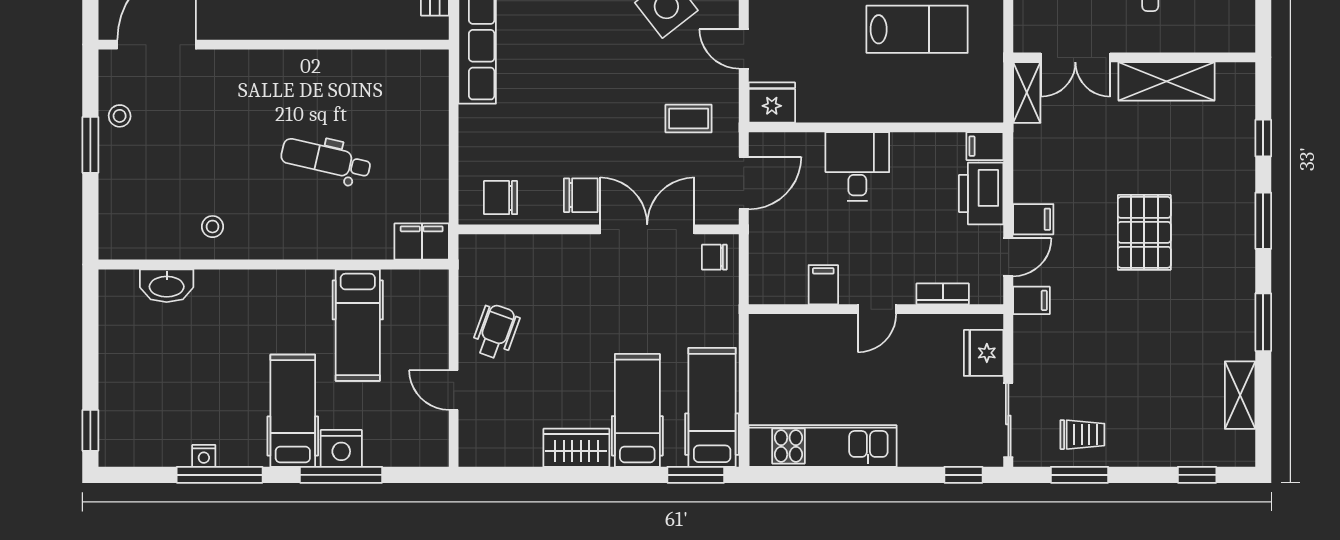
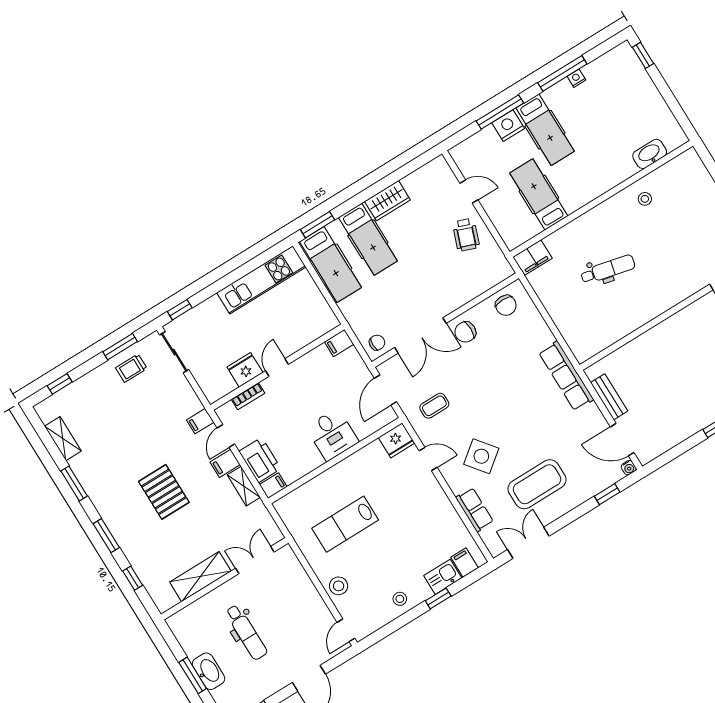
shelving: (1027, 93) -> (244, 486), moved
chair: (501, 198) -> (506, 305), turned 90
filing cabinet: (823, 285) -> (339, 343), moved, turned 90
fridge: (984, 353) -> (245, 370), moved, turned -90

